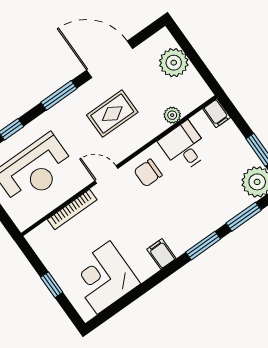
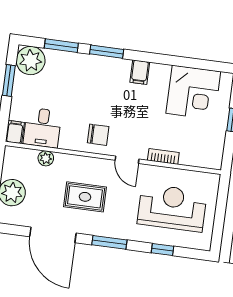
desk: (184, 147) -> (42, 128), moved
bookcase: (72, 209) -> (163, 157), width x0.64

